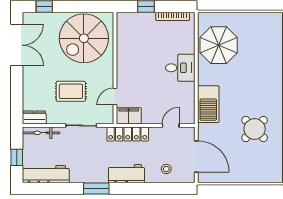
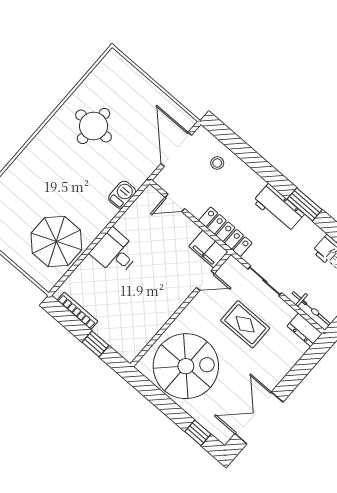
barbecue: (208, 104) -> (122, 195), width x0.53, depth x0.65
round table: (255, 129) -> (94, 126), turned 45
workbench: (126, 174) -> (279, 208), moved

